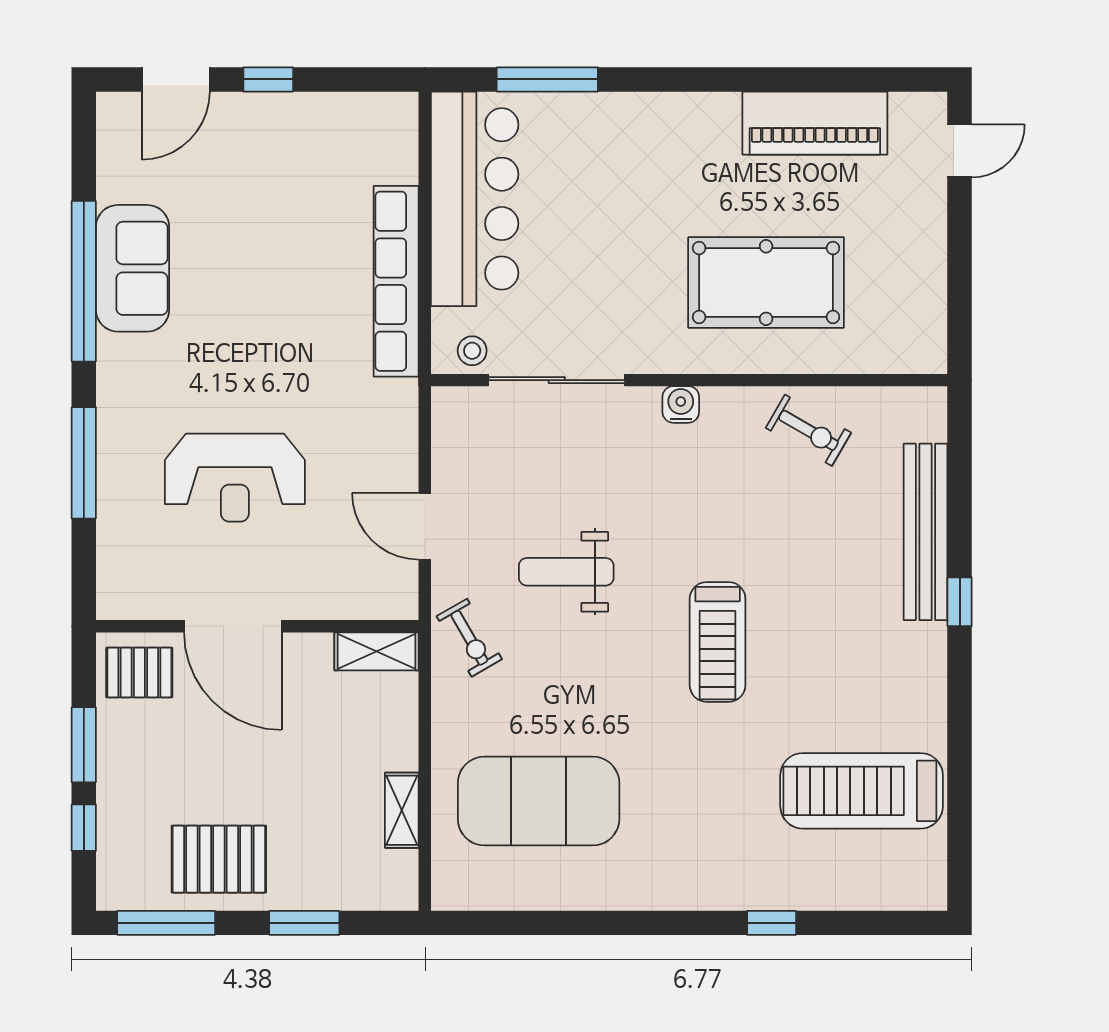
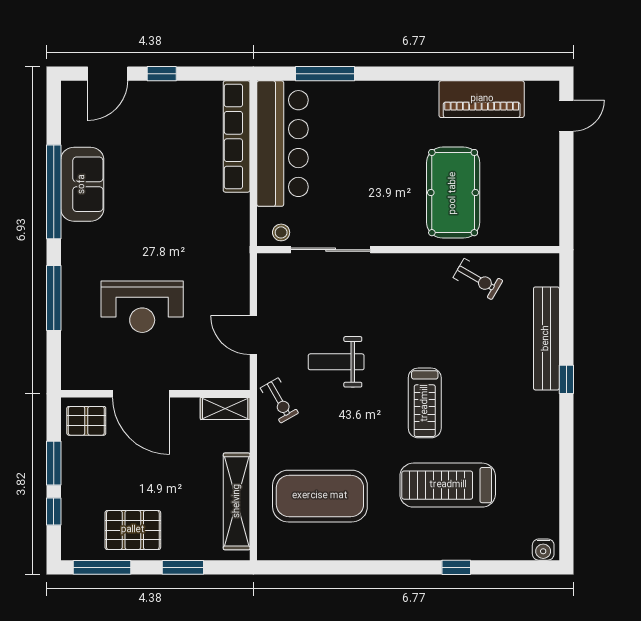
row of seats: (396, 281) -> (237, 137), moved
pool table: (766, 283) -> (453, 193), turned 90
water cooler: (681, 404) -> (543, 550), moved, turned 180
treadmill: (862, 791) -> (448, 485), moved
shelving: (402, 810) -> (237, 501), width x2.20, depth x1.33

